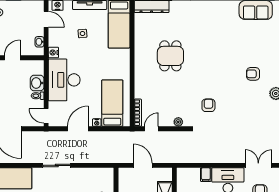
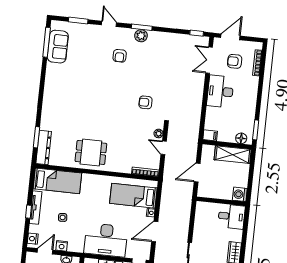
nightstand: (53, 52) -> (62, 246), moved
dining table: (170, 56) -> (91, 152), moved
door: (78, 129) -> (155, 232), hinge flipped
door: (151, 129) -> (164, 148), moved
filing cabinet: (206, 175) -> (210, 135), moved

